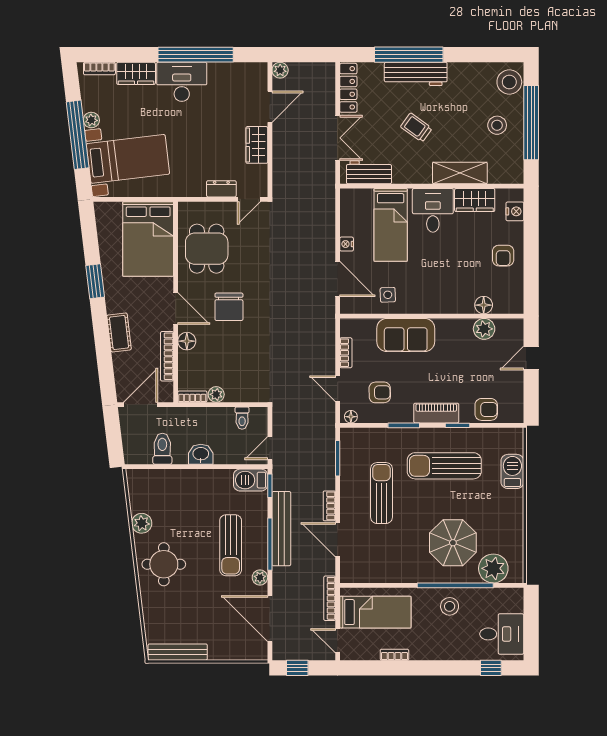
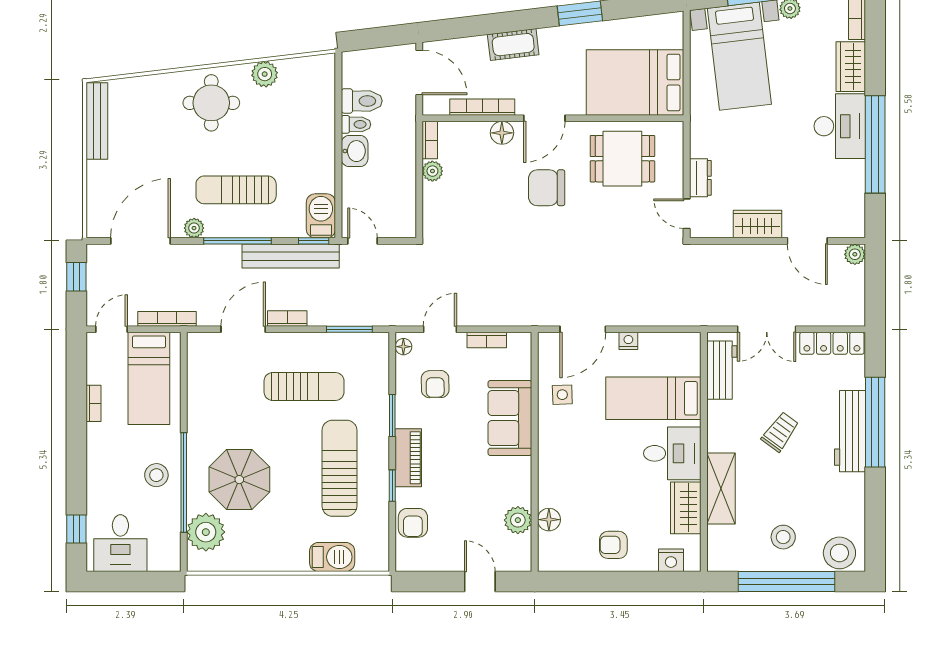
toilet: (242, 418) -> (356, 124), moved, turned 180
bench: (281, 529) -> (291, 256), moved

